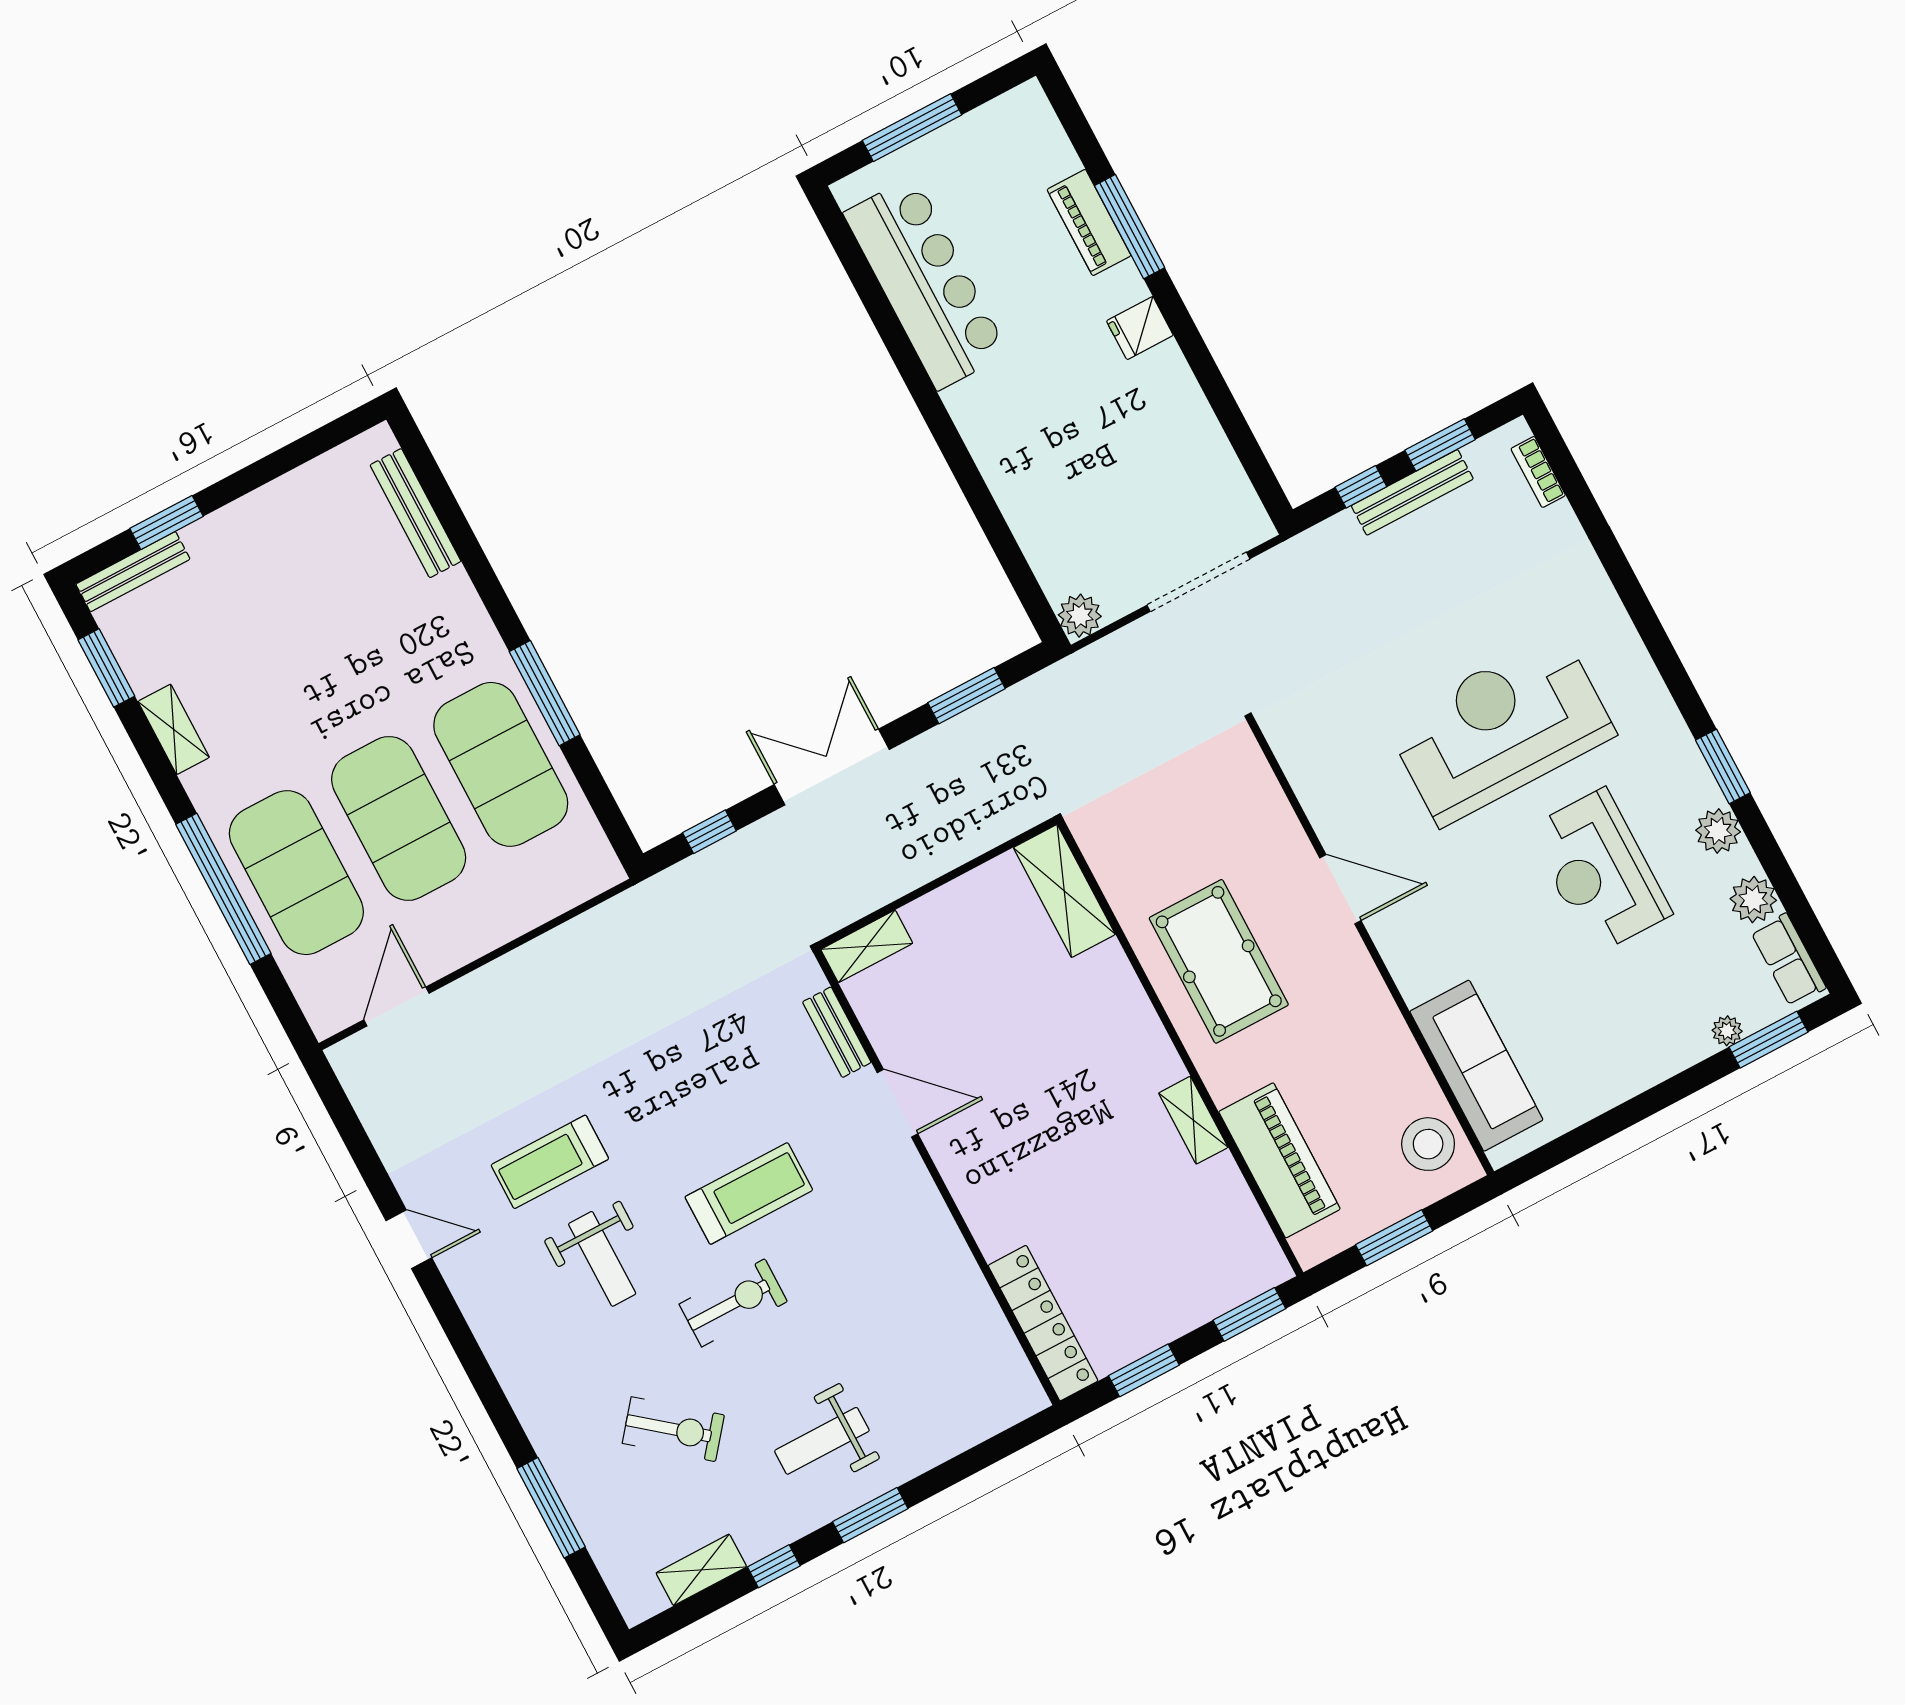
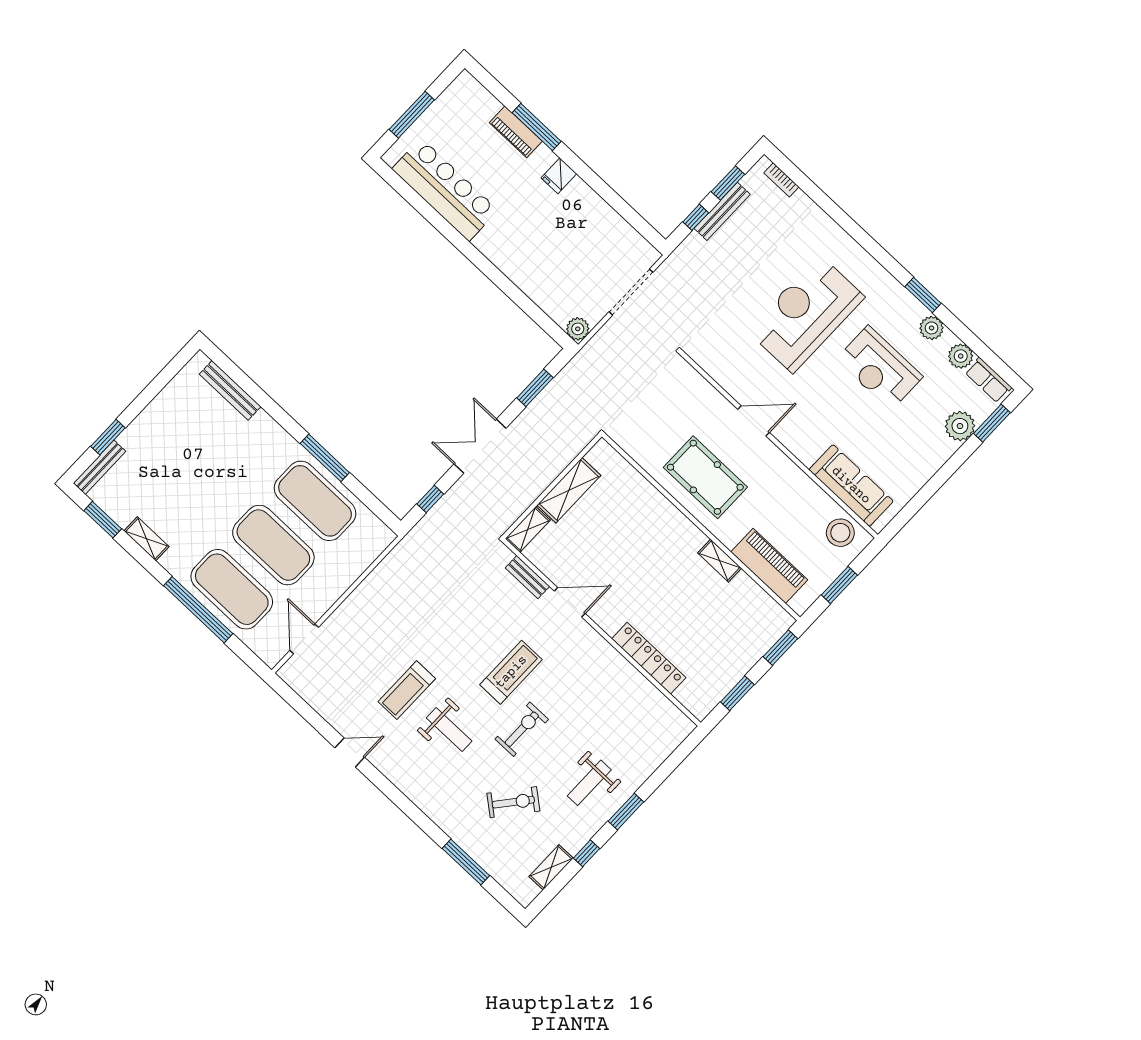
shelving: (1064, 891) -> (569, 490), moved, turned 90
plant: (1727, 1031) -> (960, 426), width x1.88, depth x1.88
locker: (1043, 1323) -> (649, 658), moved

